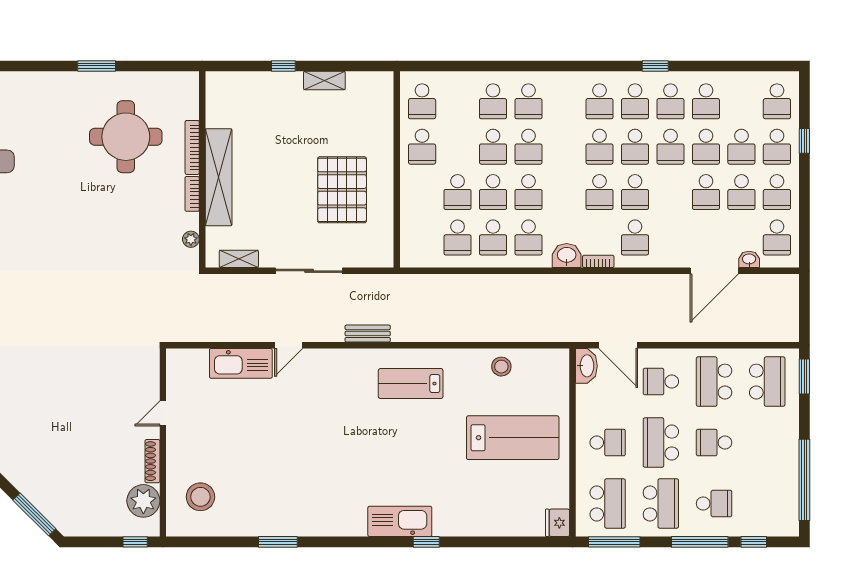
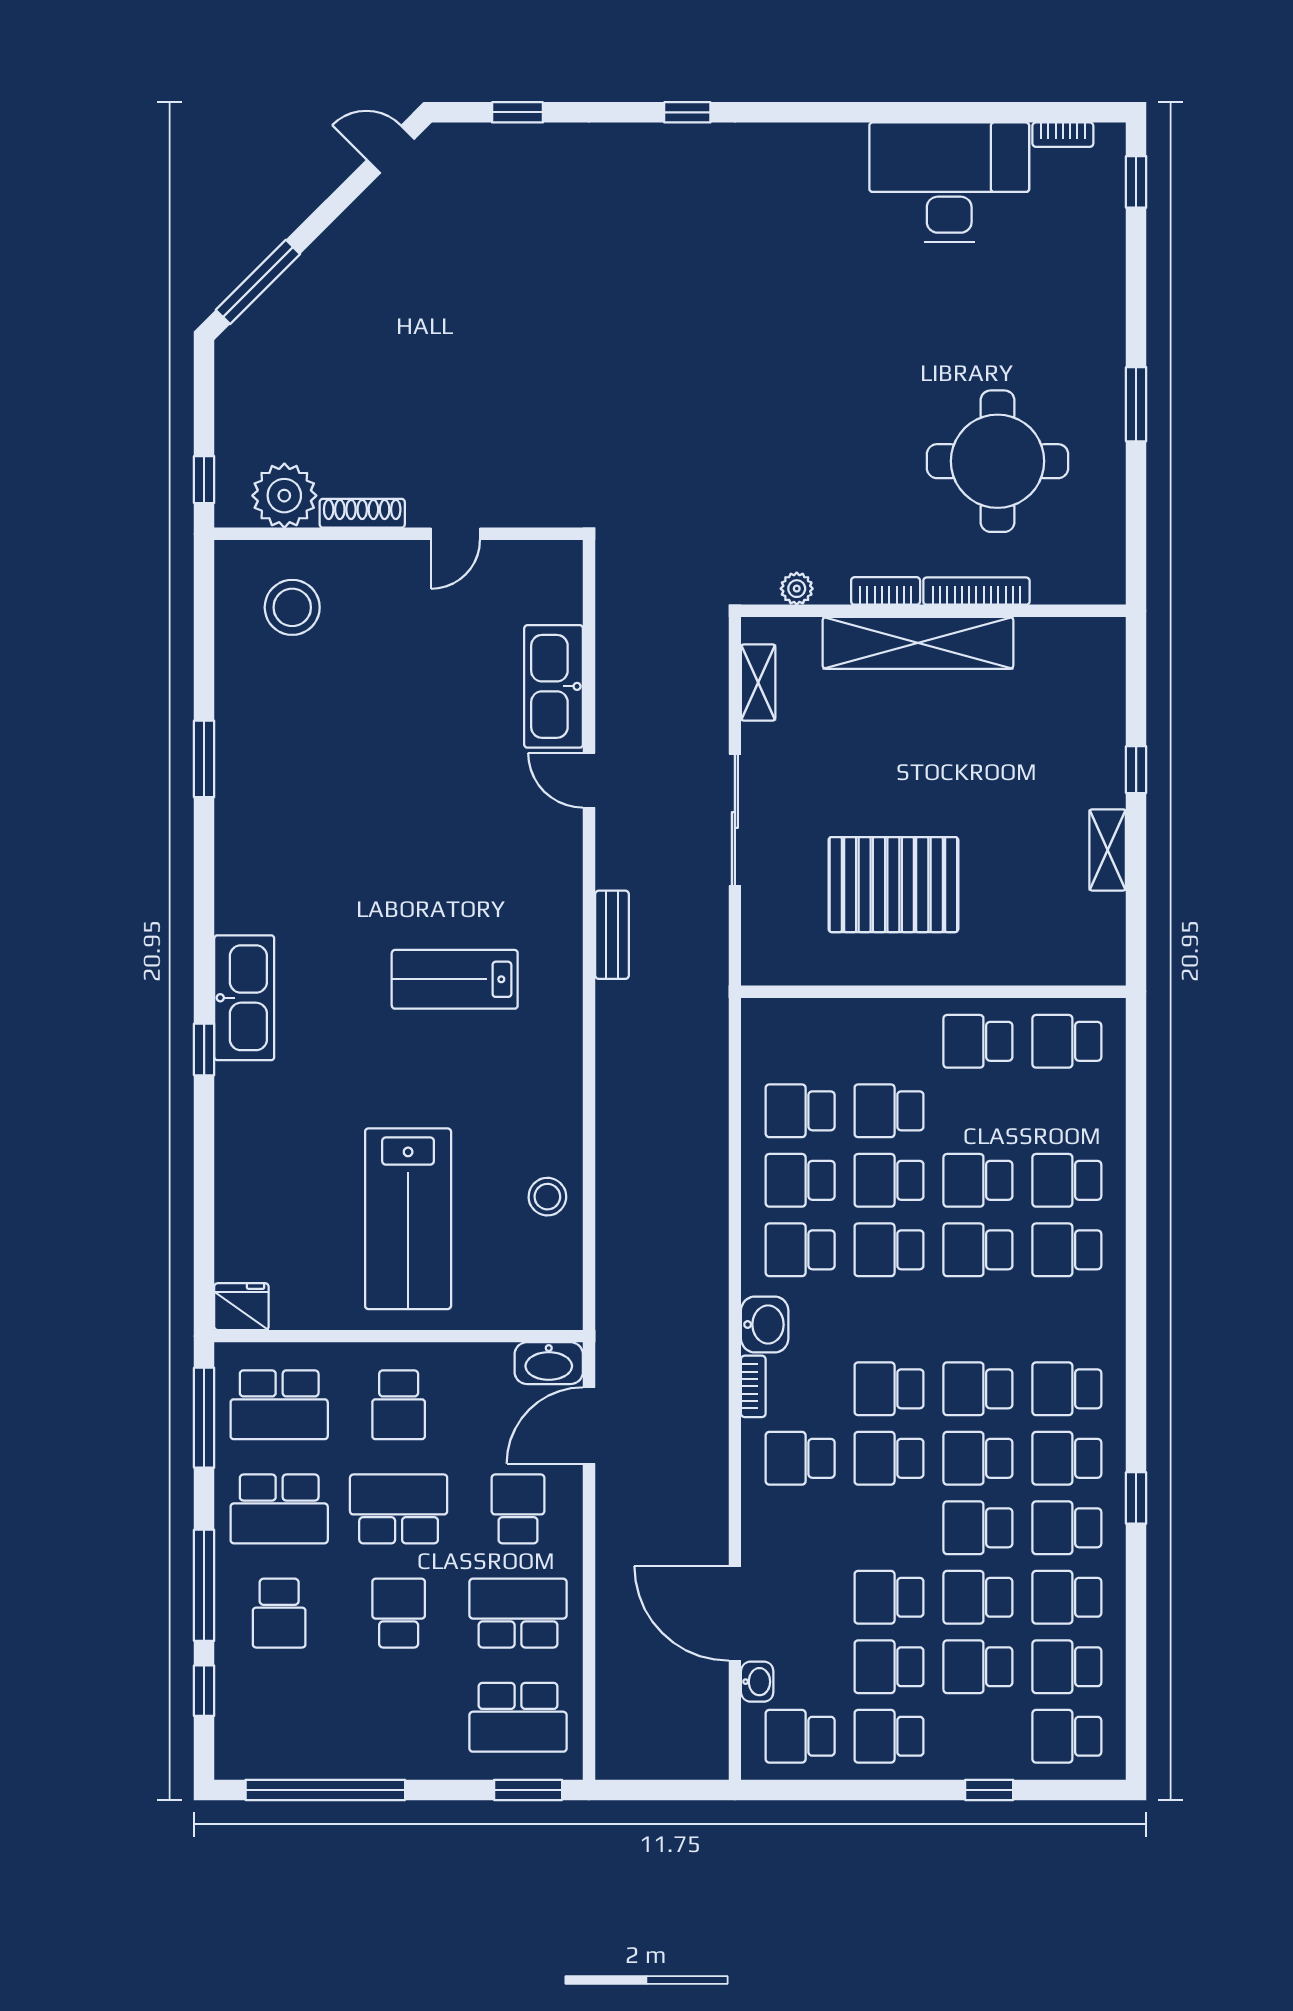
school desk: (777, 147) -> (1067, 1667), moved
lab bench: (411, 384) -> (455, 979), moved, turned -90
door: (163, 413) -> (456, 534), swing flipped

